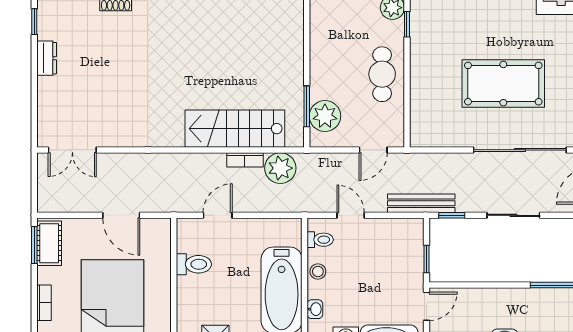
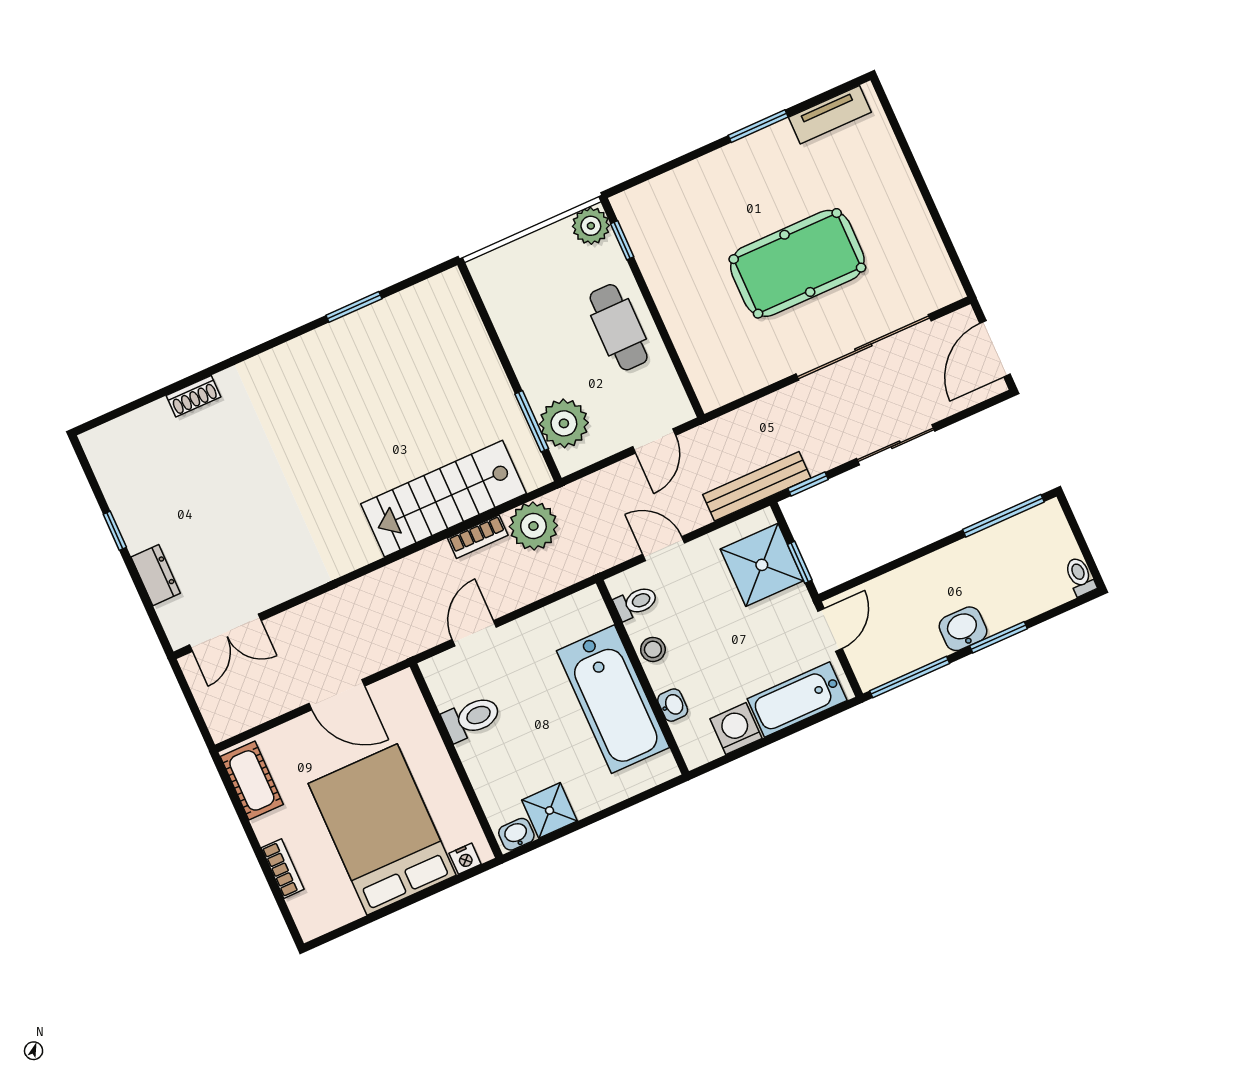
window: (34, 22) -> (115, 531), moved
dresser: (47, 58) -> (156, 575), moved
window: (34, 245) -> (232, 792), removed
shower: (404, 251) -> (762, 565), added

